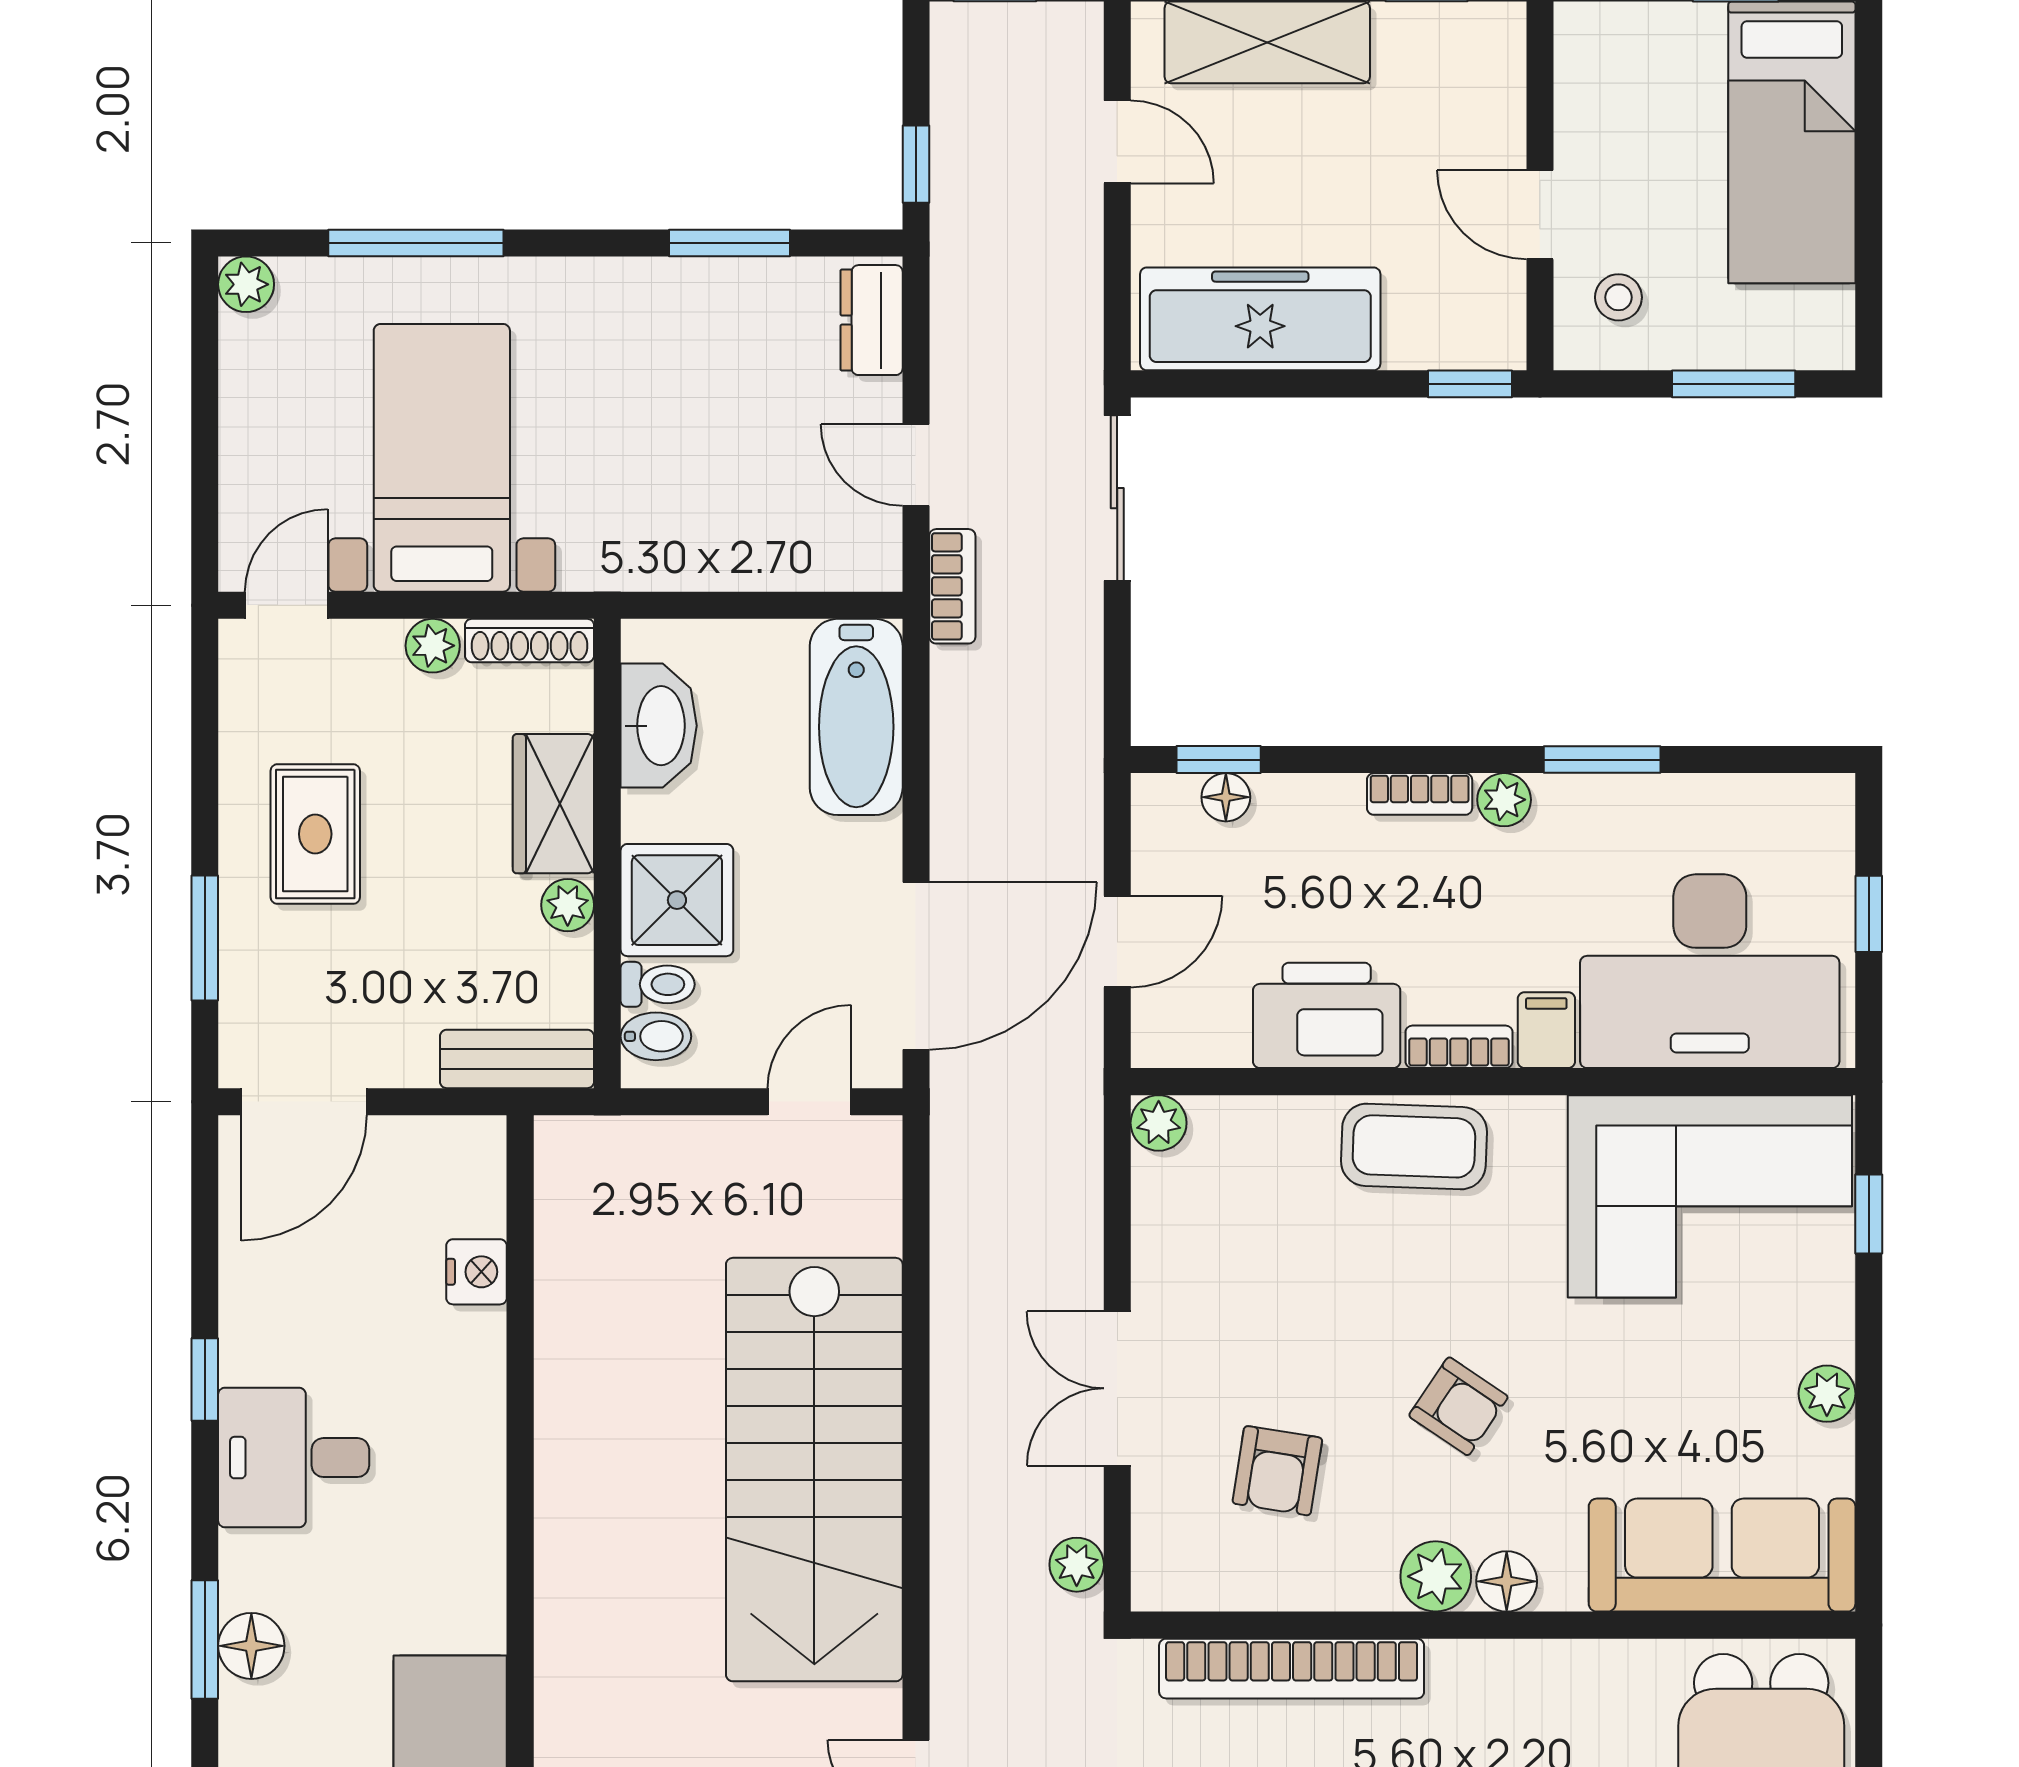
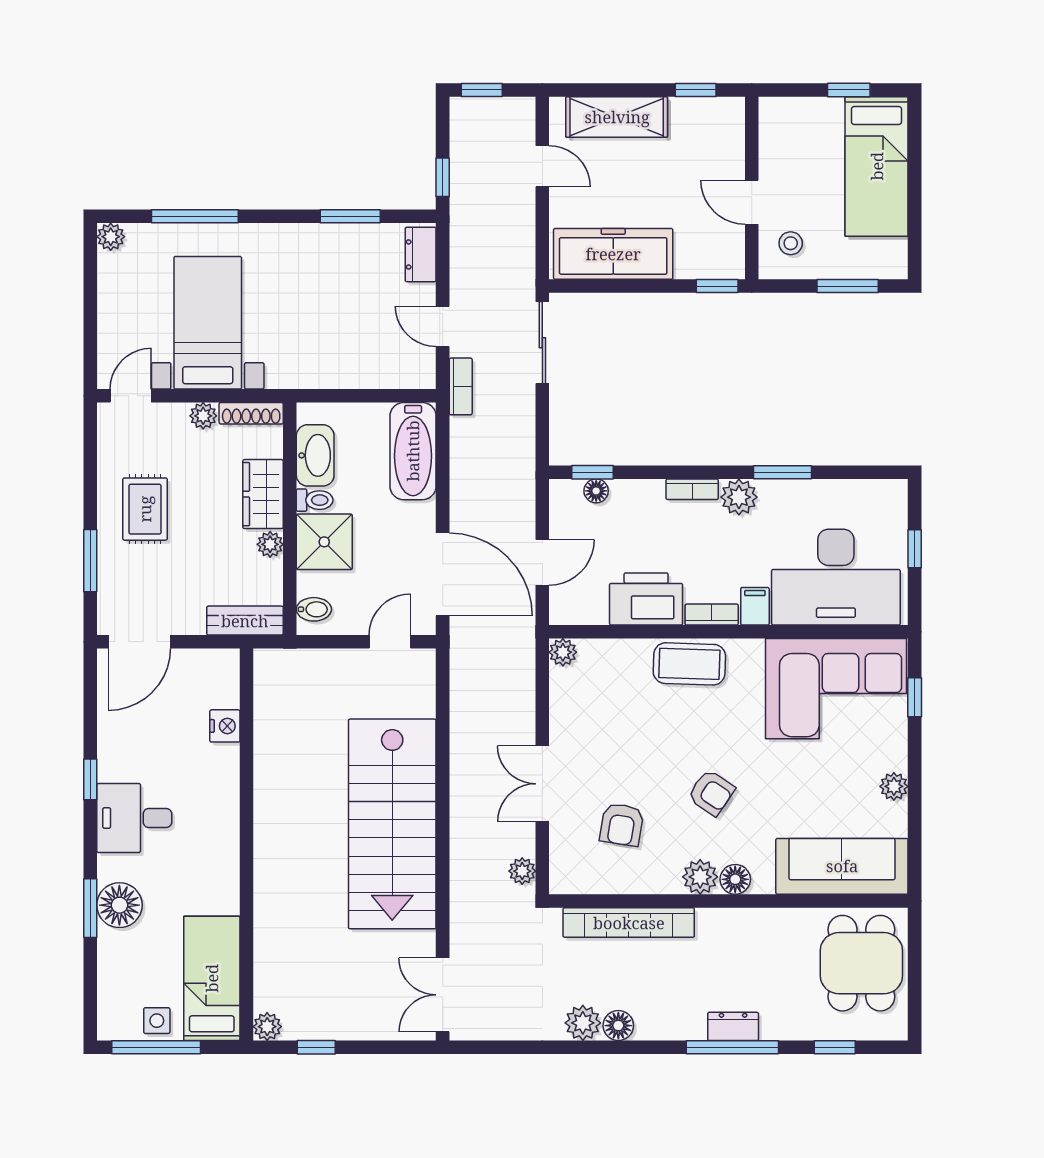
plant: (1504, 800) -> (739, 497), width x1.38, depth x1.38
door: (916, 966) -> (443, 574), hinge flipped
toilet: (658, 984) -> (315, 500), moved
floor lamp: (251, 1646) -> (119, 905), width x1.38, depth x1.38

